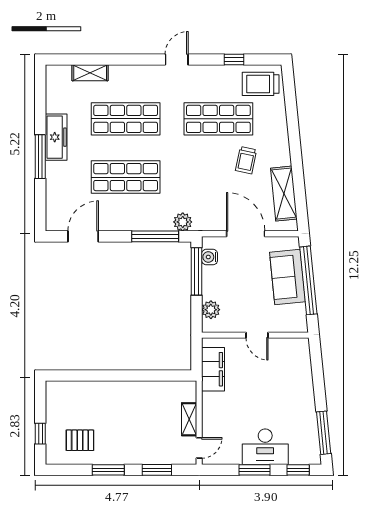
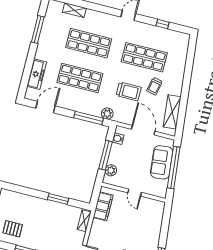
trolley: (261, 84) -> (129, 91), moved, turned 180
freezer: (56, 137) -> (37, 74), moved
window: (40, 157) -> (38, 29), moved
window: (197, 271) -> (106, 155), moved
window: (139, 375) -> (58, 199), added
shelving: (189, 419) -> (84, 221), moved

